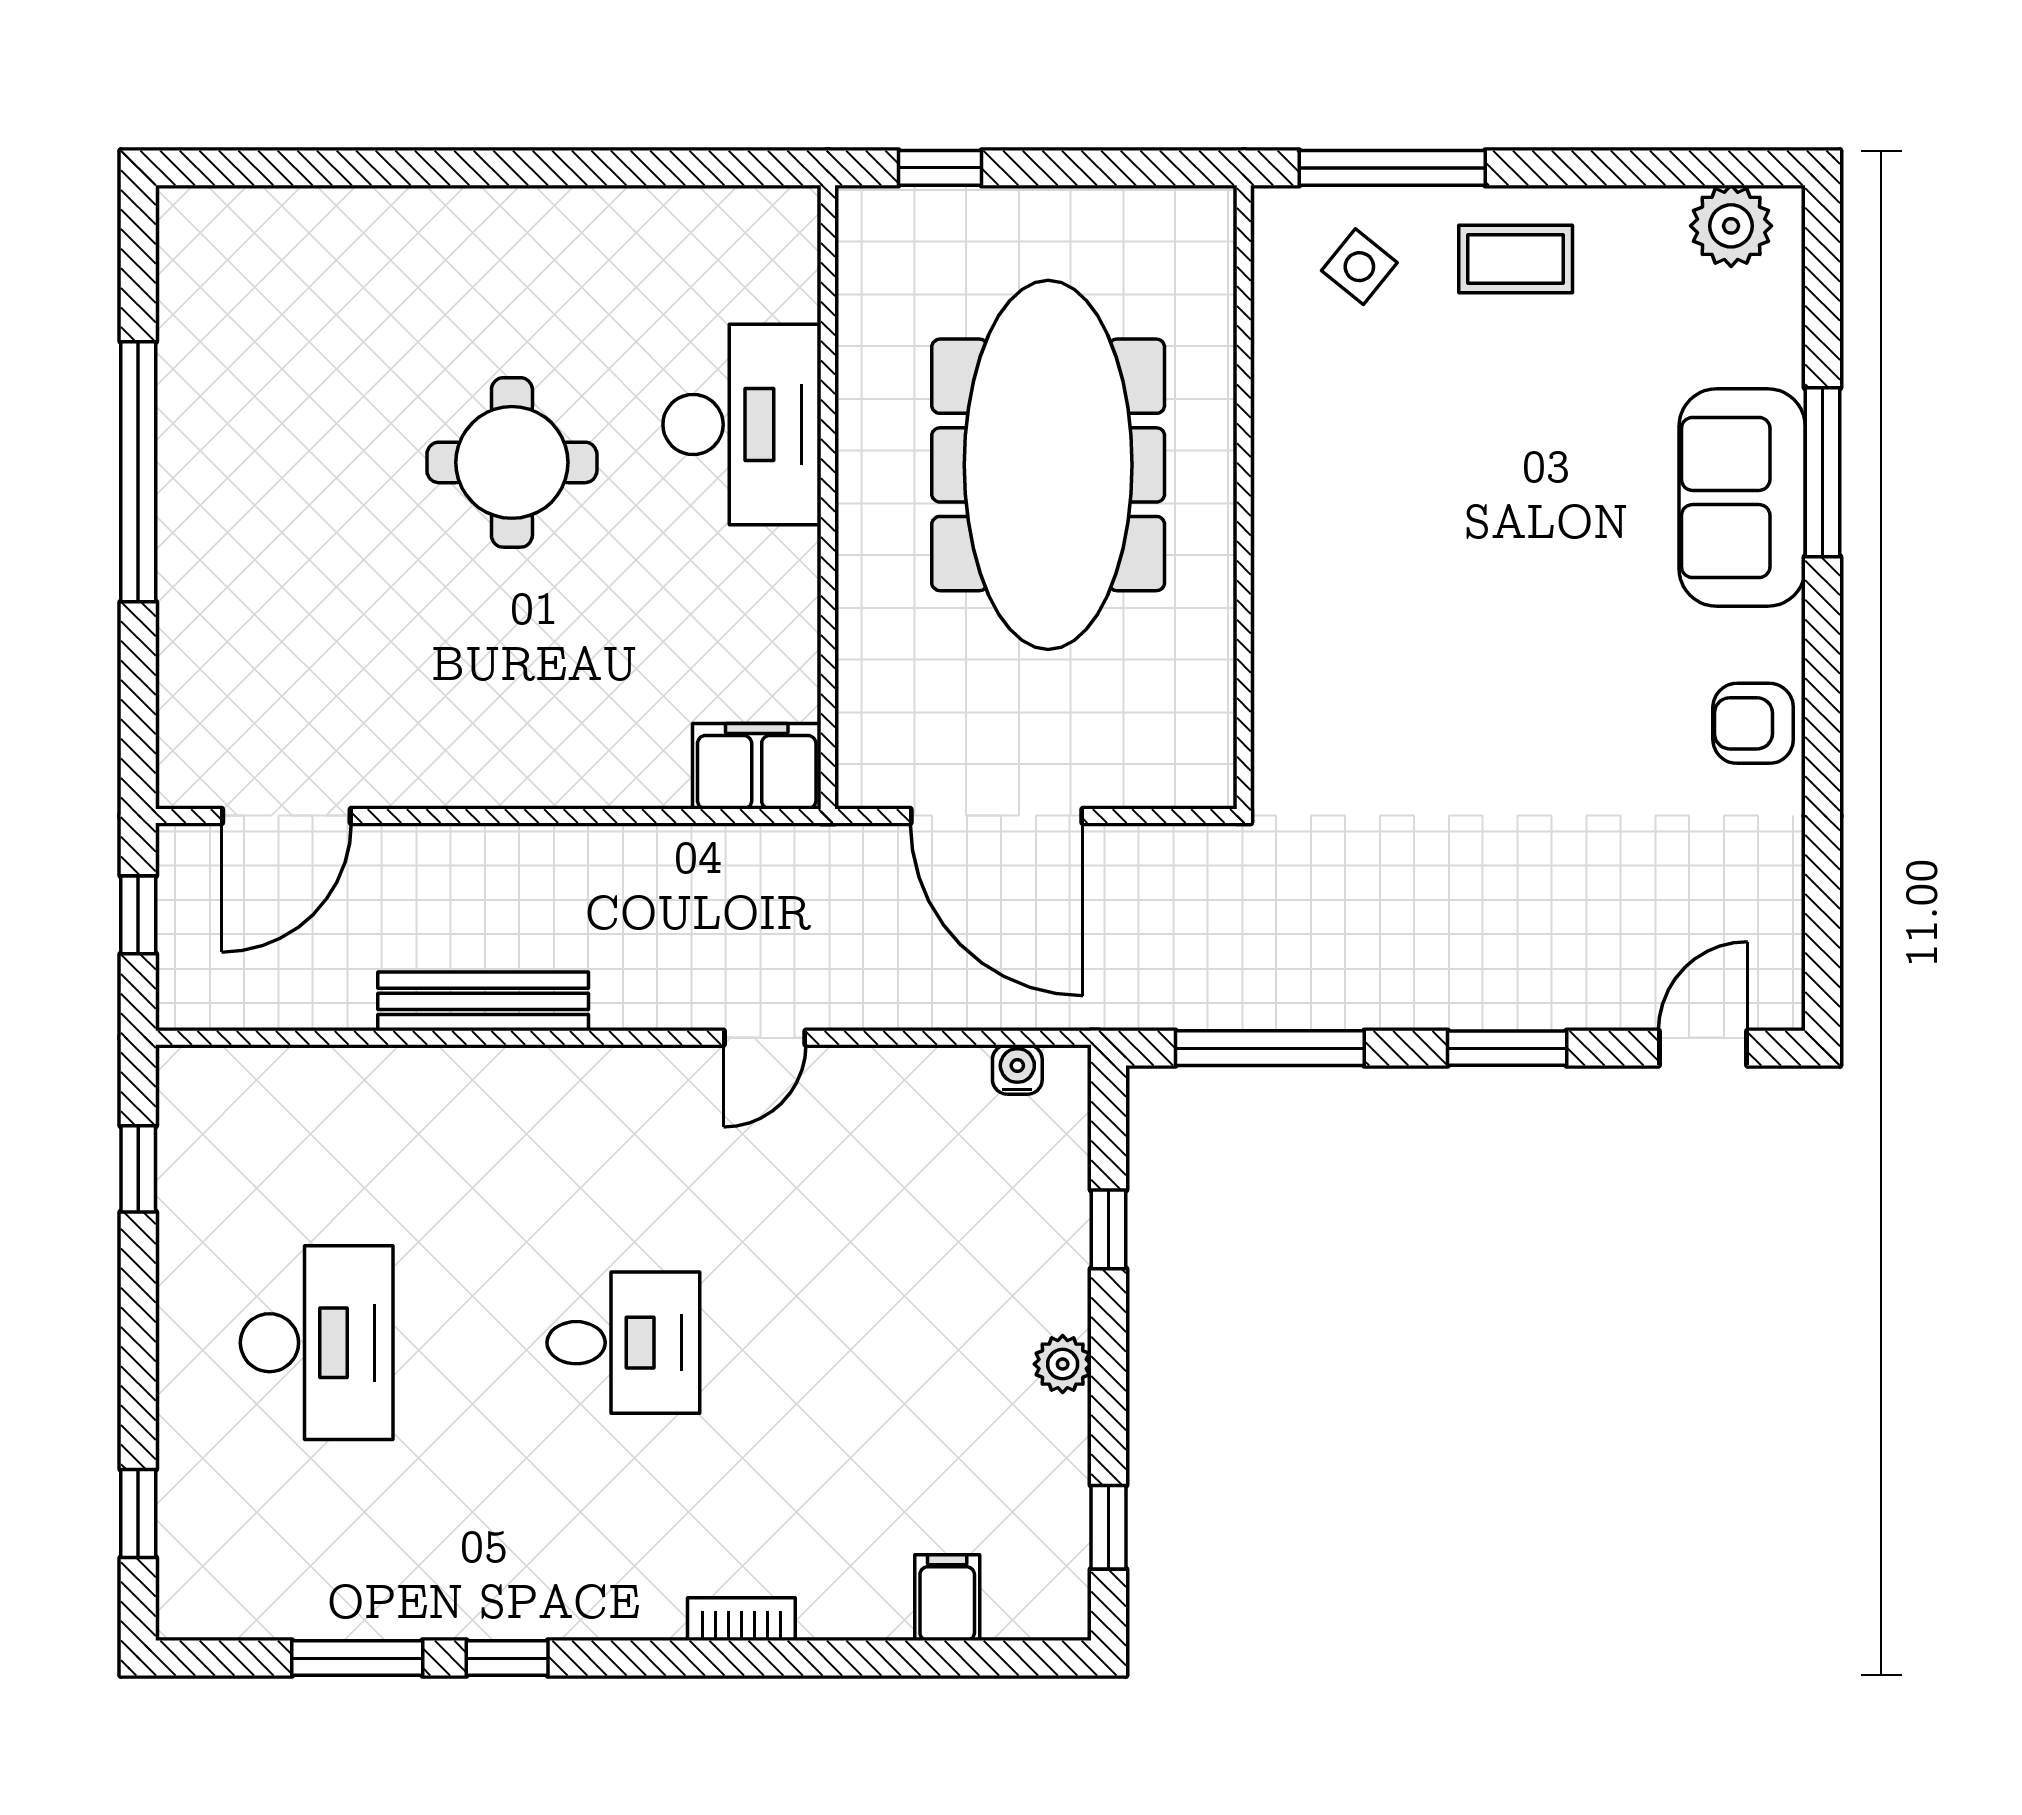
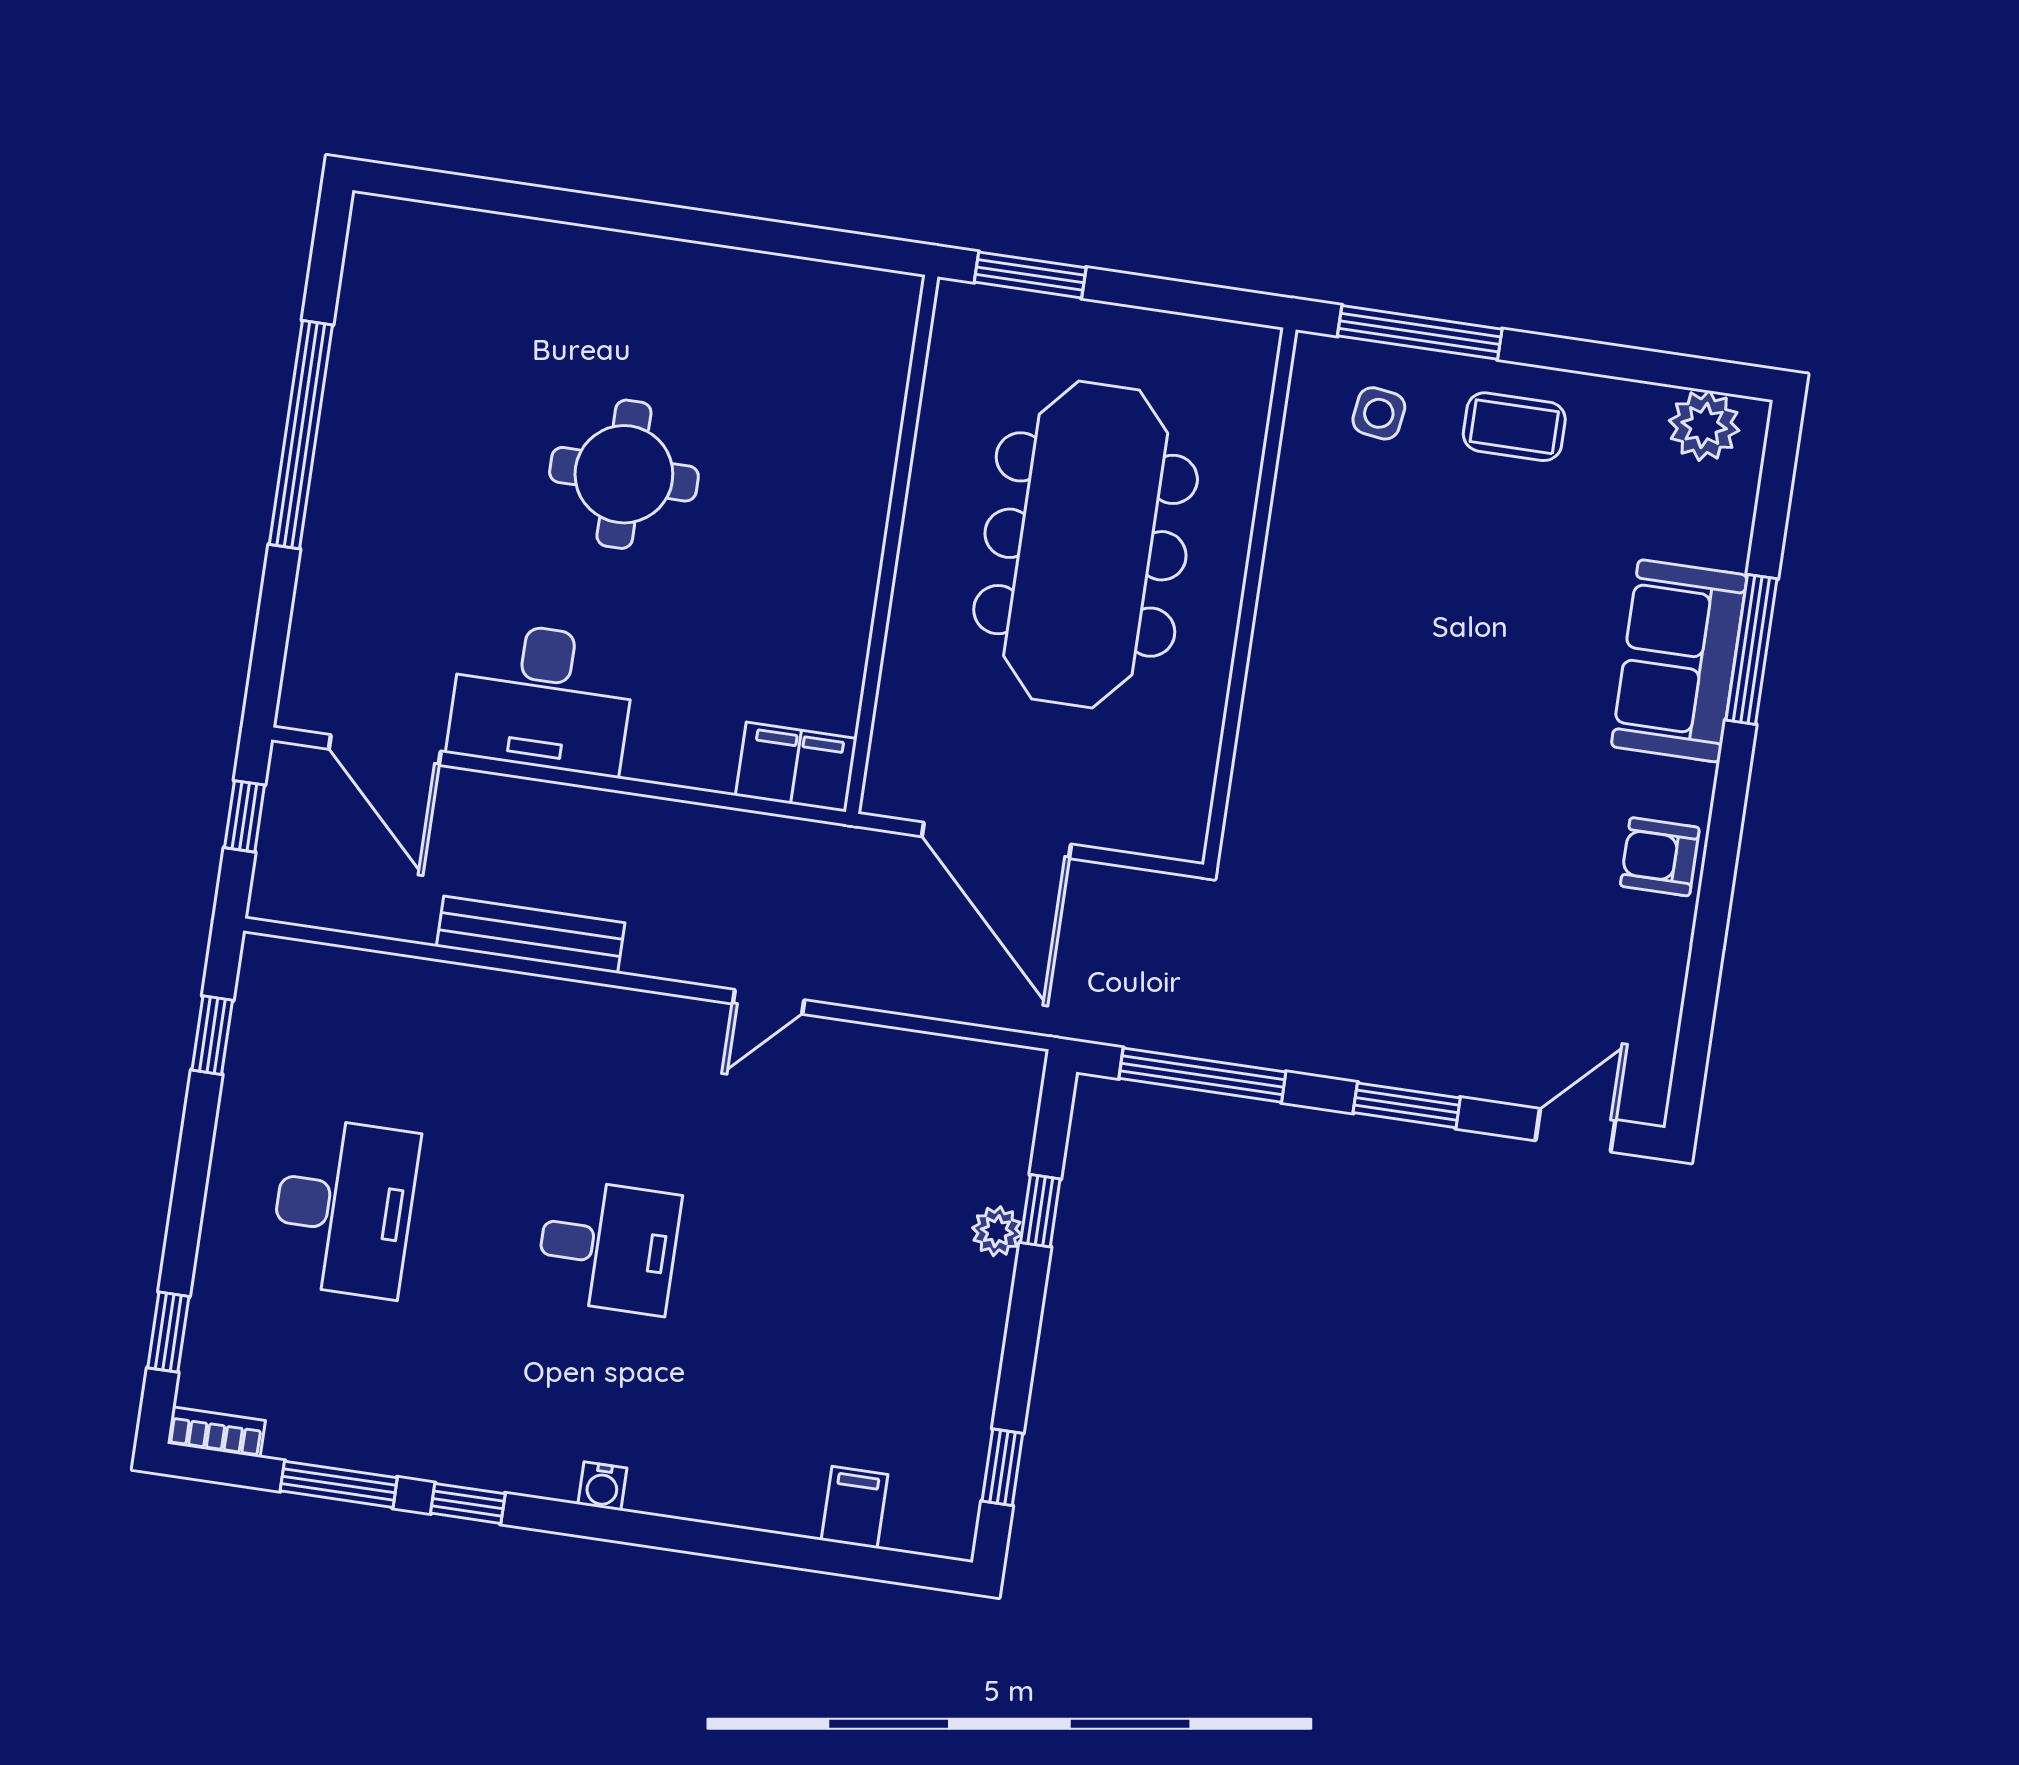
window: (940, 168) -> (1030, 275), width x1.50
side table: (1359, 267) -> (1379, 413), turned -31
desk: (742, 425) -> (542, 698), moved, turned 90
door: (286, 816) -> (385, 750), hinge flipped
water cooler: (1017, 1069) -> (602, 1486), moved, turned 180
plant: (1063, 1364) -> (997, 1231), moved
bookcase: (741, 1619) -> (216, 1432), moved

